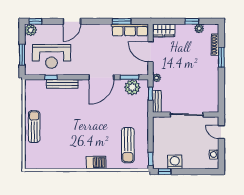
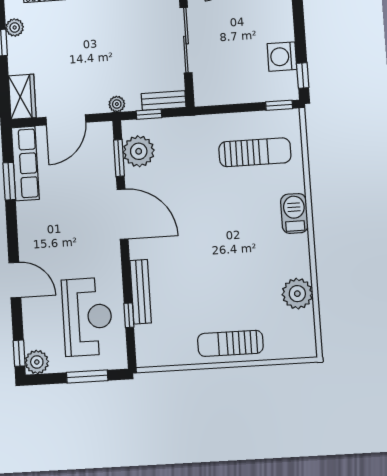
plant: (57, 161) -> (297, 294), added

